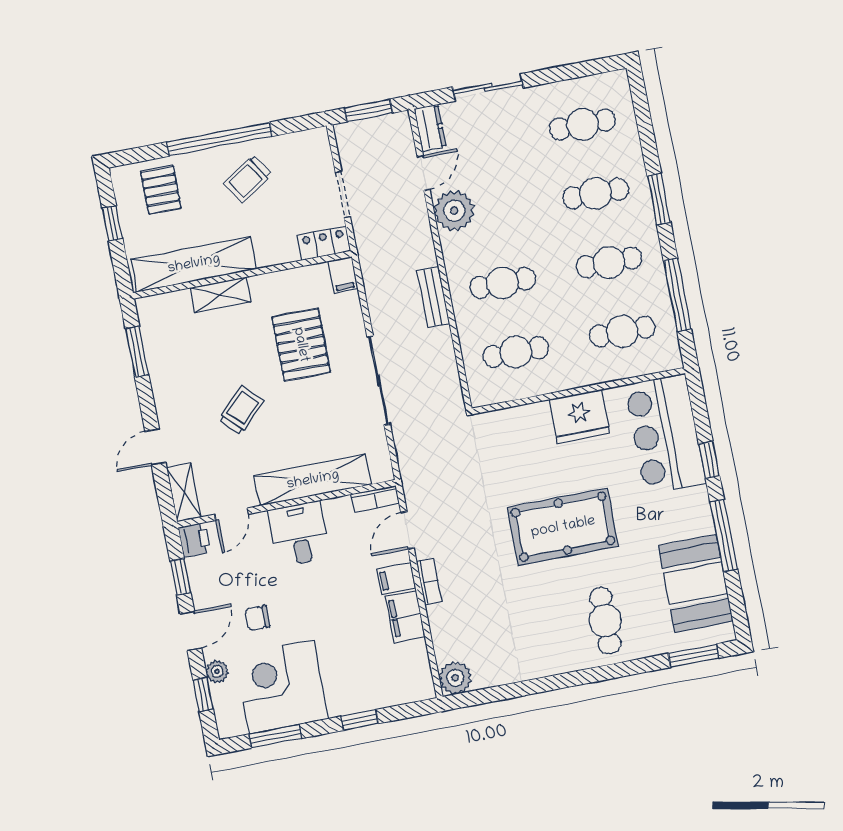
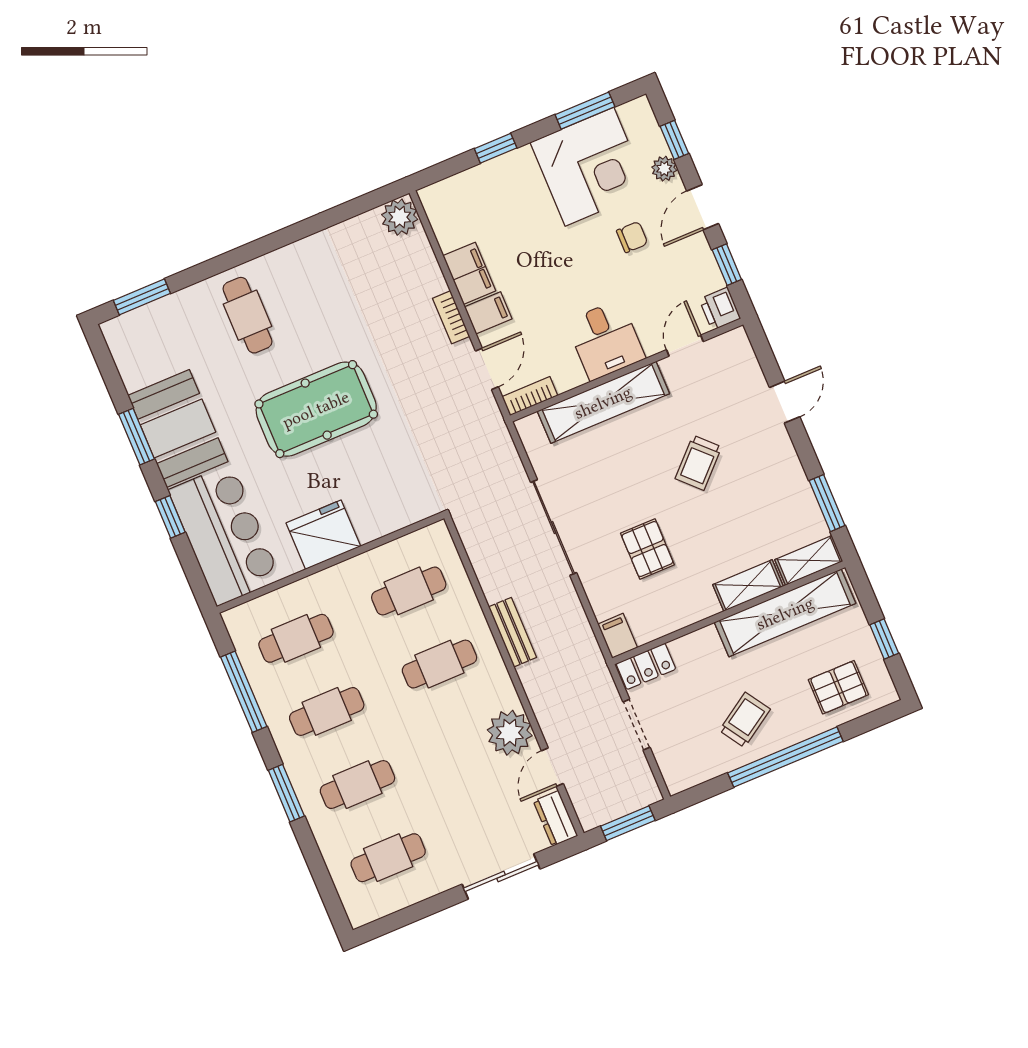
pallet: (161, 190) -> (838, 687), turned 90
pallet: (301, 345) -> (647, 549), width x0.67, depth x0.71
shelving: (184, 493) -> (809, 560), moved, turned 90
window: (724, 536) -> (136, 437), width x0.69
booth: (696, 583) -> (178, 429), moved

